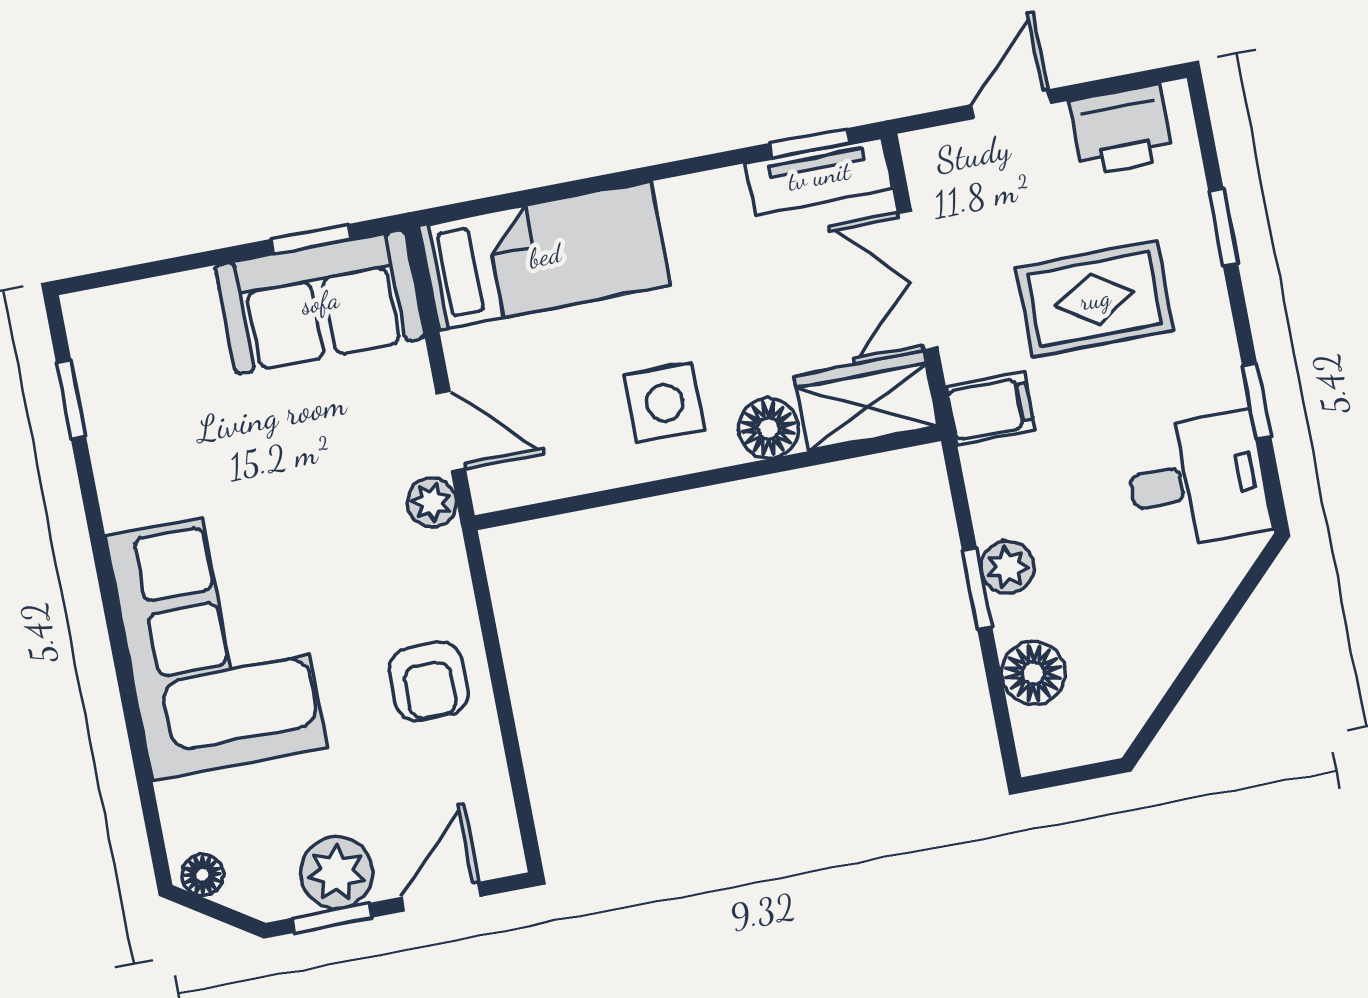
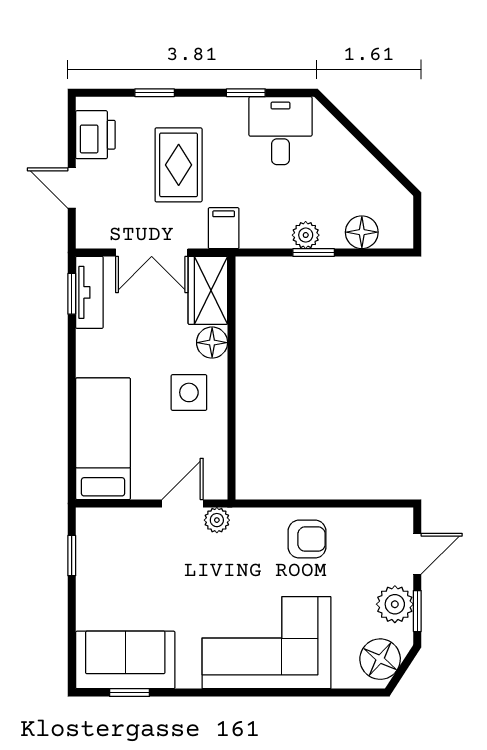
sofa: (320, 302) -> (125, 660), moved, turned -90
floor lamp: (203, 875) -> (380, 659), width x1.89, depth x1.89
door: (441, 897) -> (417, 554), swing flipped

